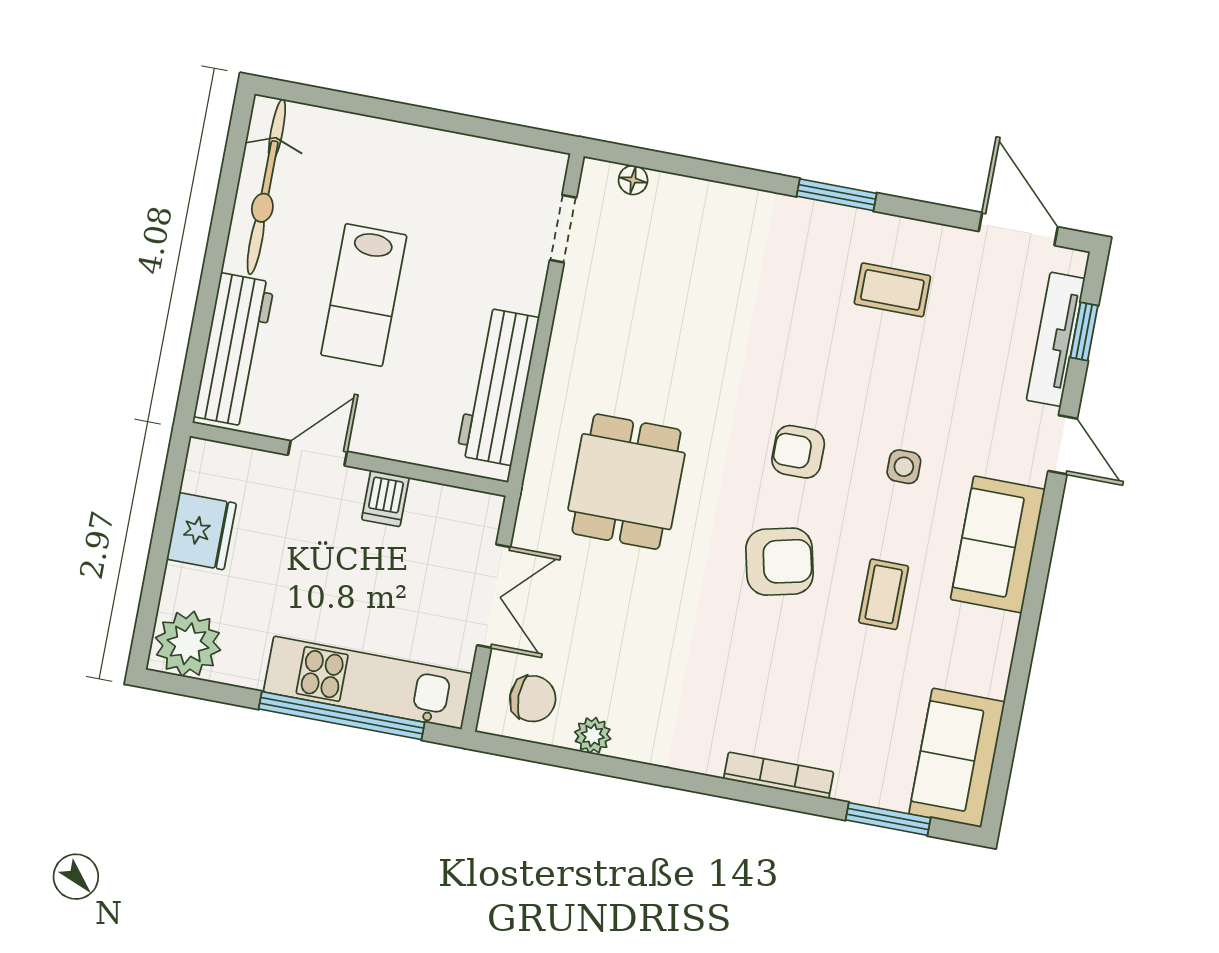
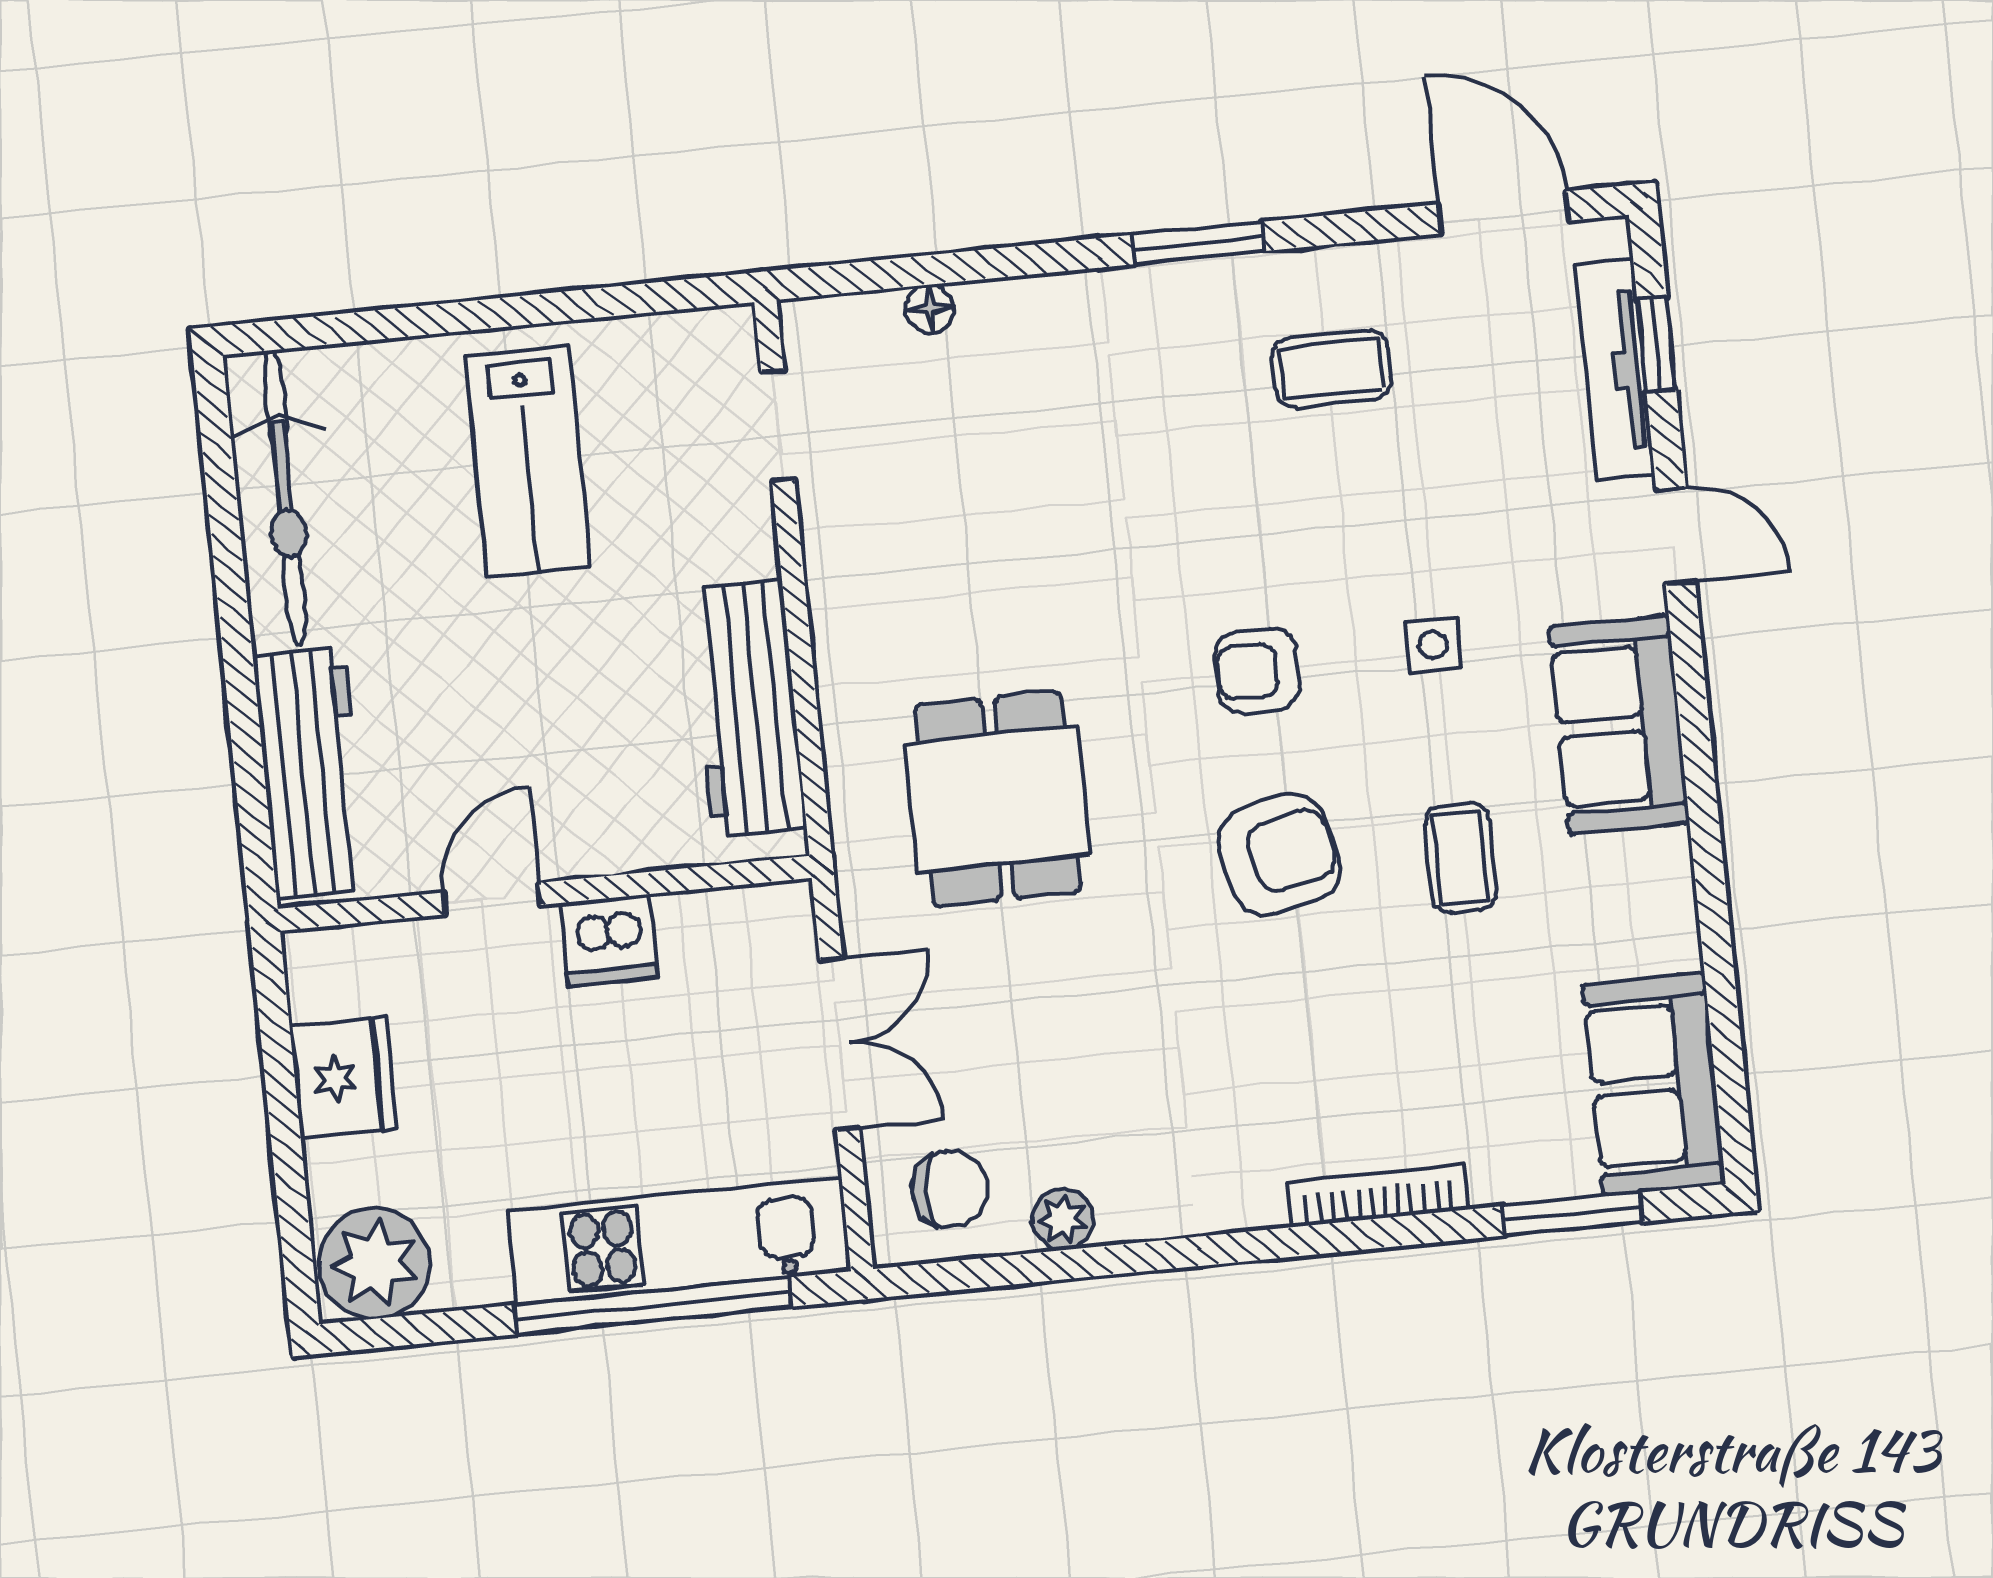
floor lamp: (633, 180) -> (930, 309), moved
lab bench: (364, 295) -> (528, 462), moved
dishwasher: (385, 498) -> (609, 940), width x1.38

